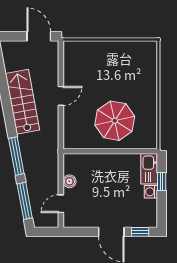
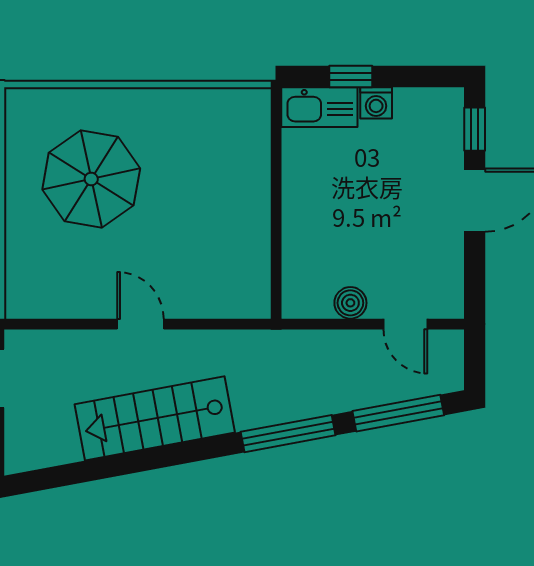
parasol: (115, 121) -> (91, 179), moved

